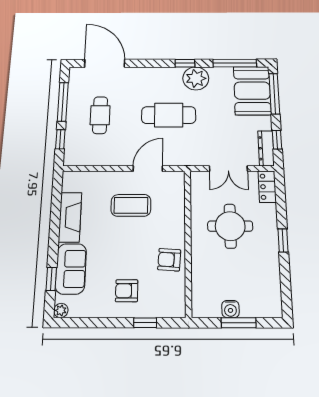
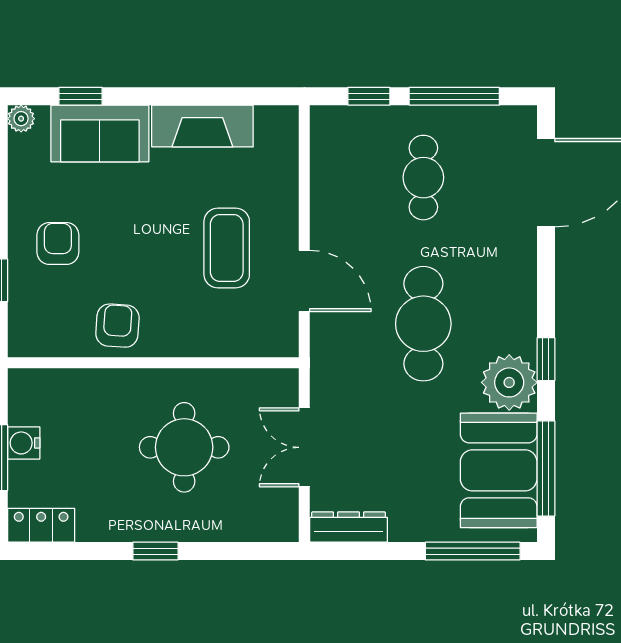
booth: (252, 91) -> (499, 470), moved, turned 90
cafe table: (100, 115) -> (423, 178), turned 90
window: (277, 140) -> (368, 551), removed
locker: (267, 187) -> (41, 525), moved

